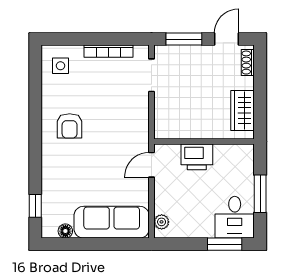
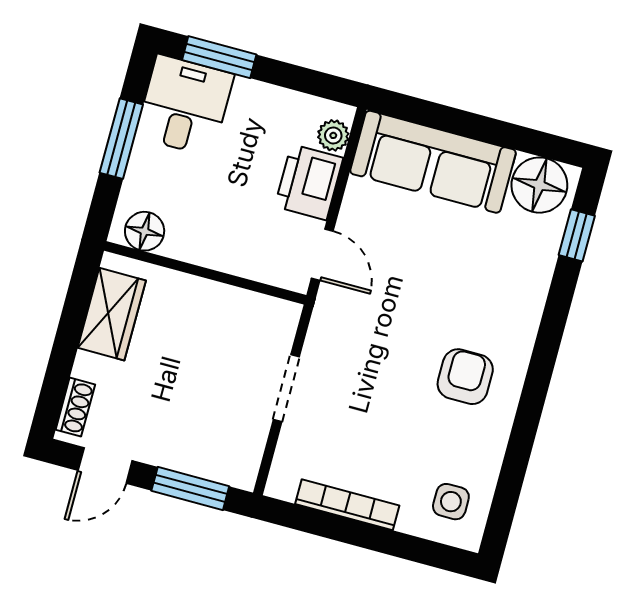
doorway: (152, 75) -> (286, 388), moved
floor lamp: (238, 153) -> (145, 231), added
printer: (197, 157) -> (309, 182), moved, turned -90
door: (152, 165) -> (322, 255), hinge flipped
floor lamp: (65, 231) -> (539, 185), width x1.89, depth x1.89

